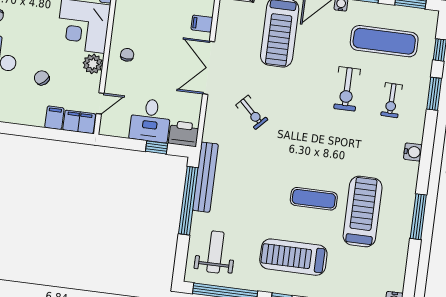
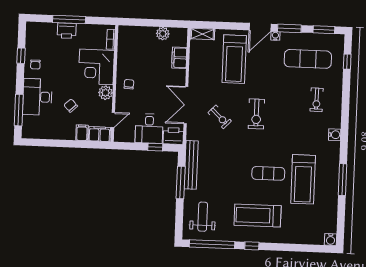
filing cabinet: (202, 24) -> (179, 58), width x2.00
double door: (209, 68) -> (186, 105), moved
exercise bike: (347, 89) -> (256, 114), moved
window: (434, 94) -> (346, 93), removed
window: (188, 201) -> (181, 182), width x0.68
treadmill: (363, 211) -> (303, 179), turned 180

